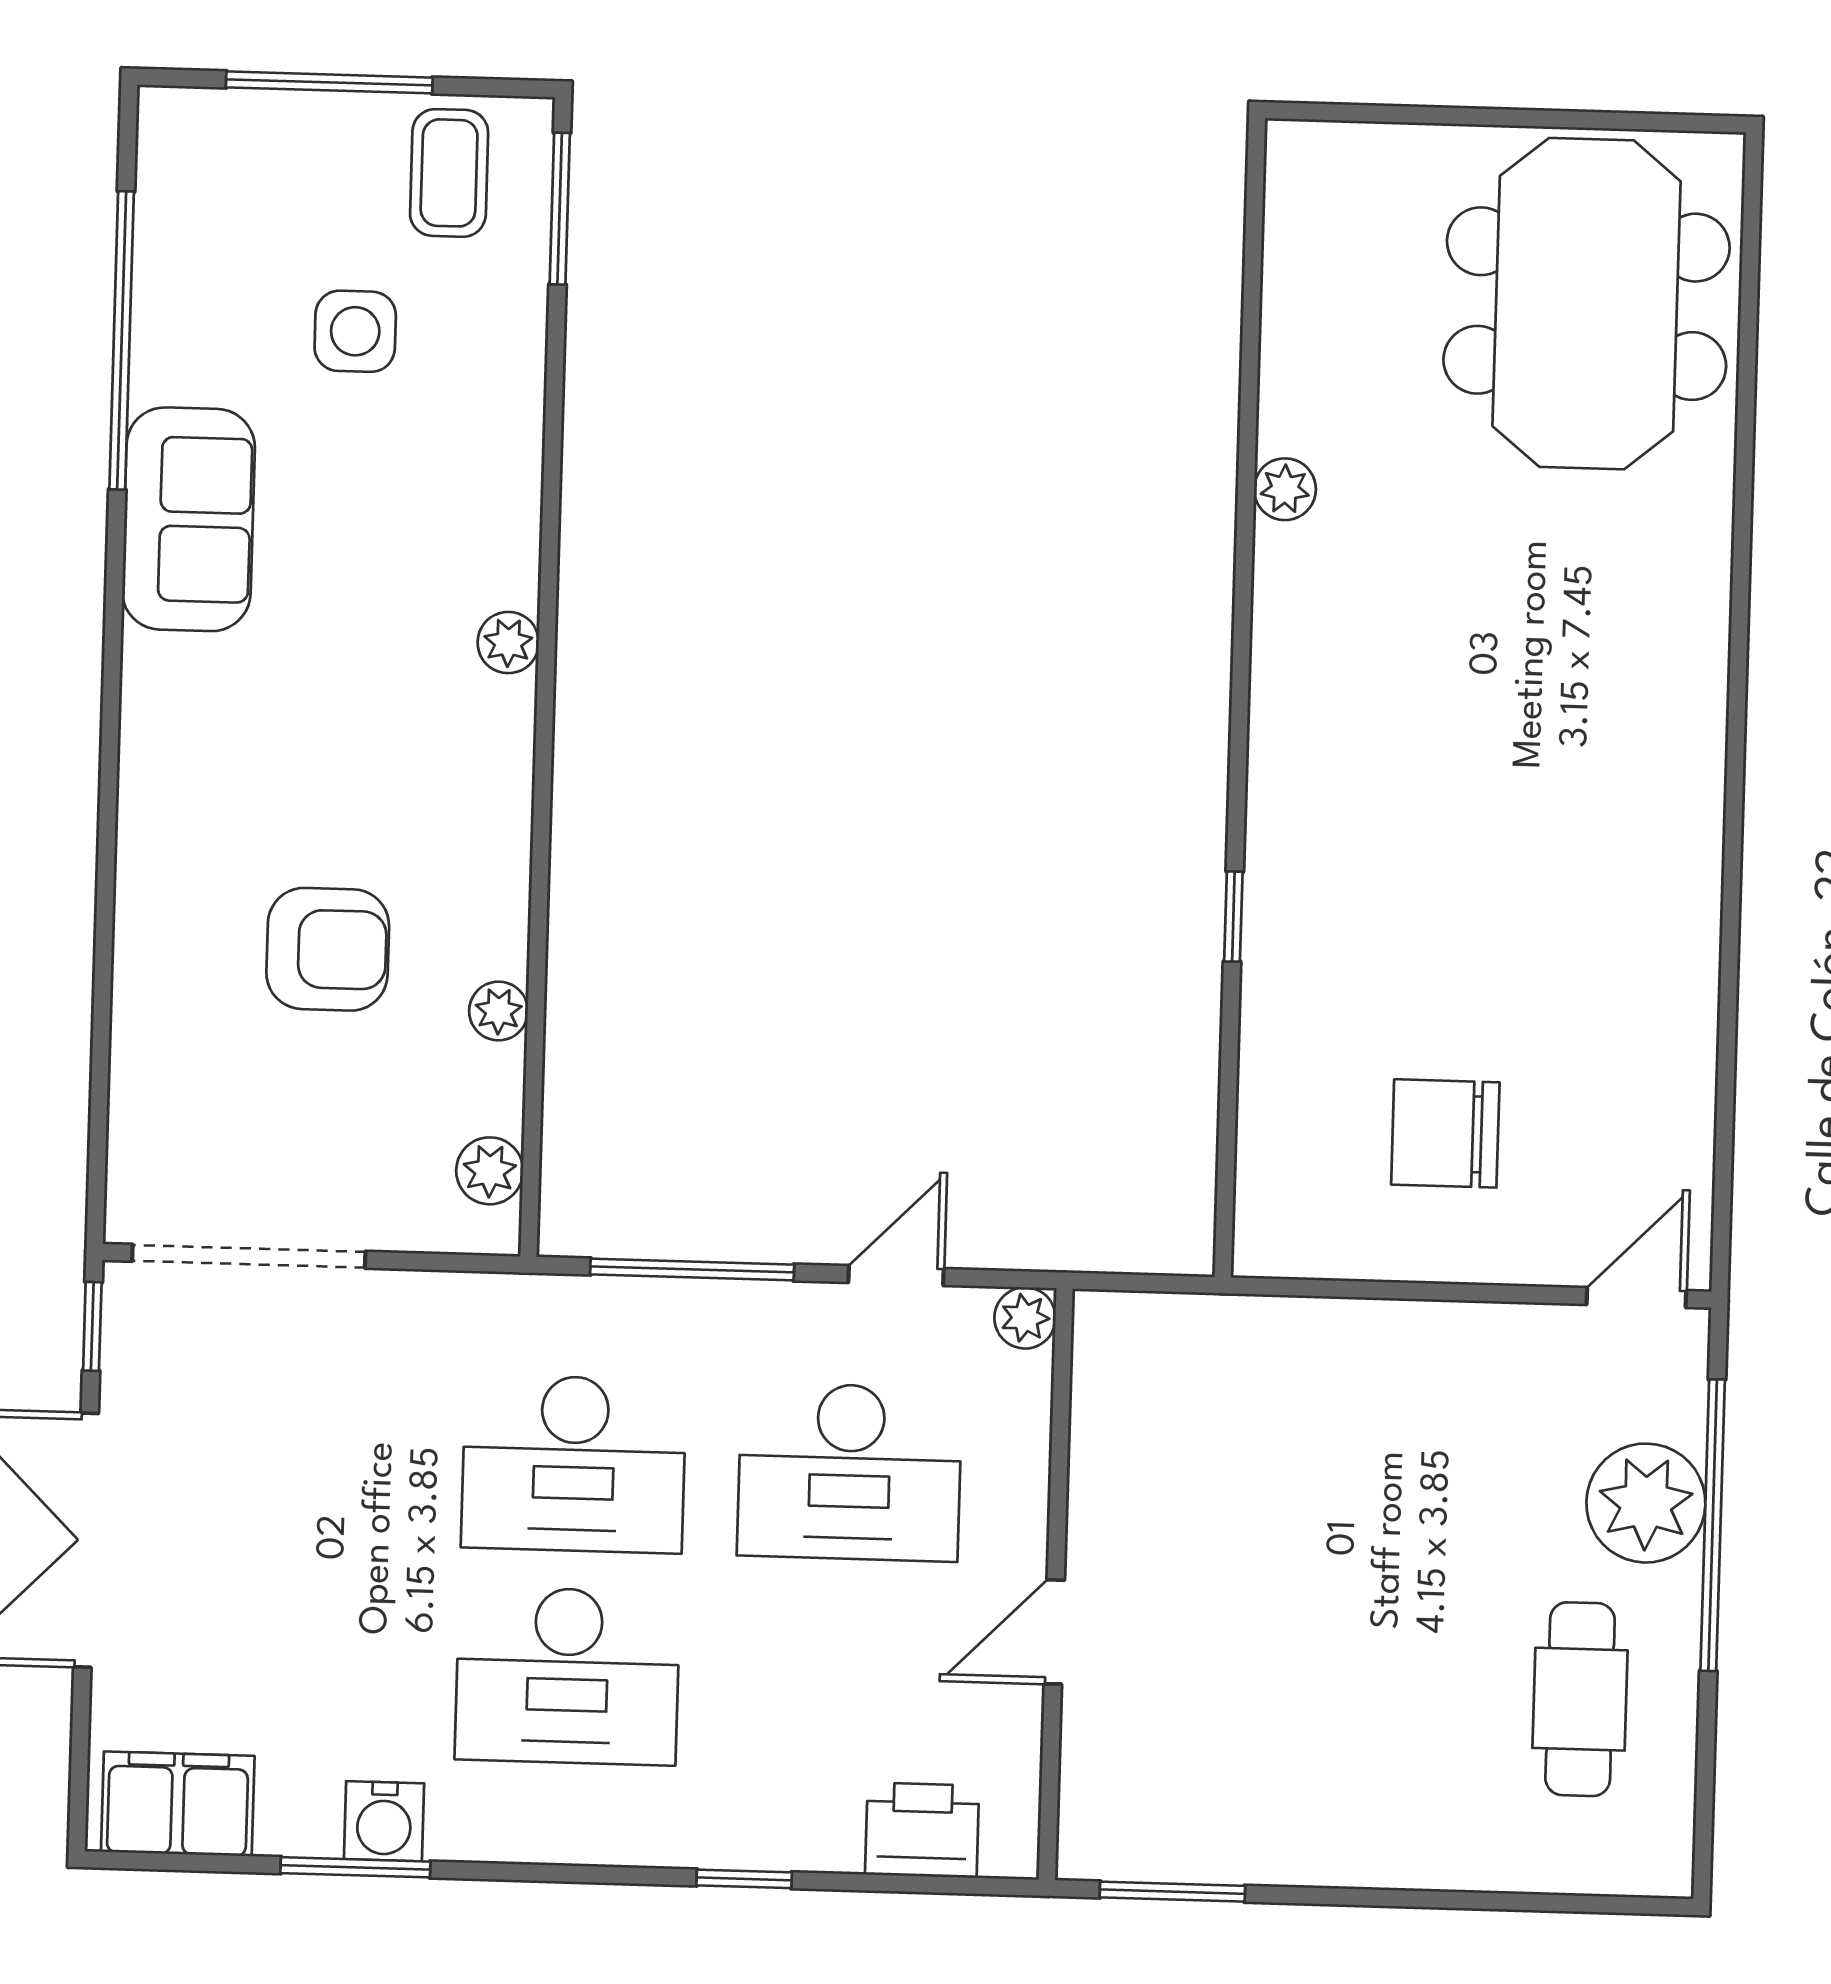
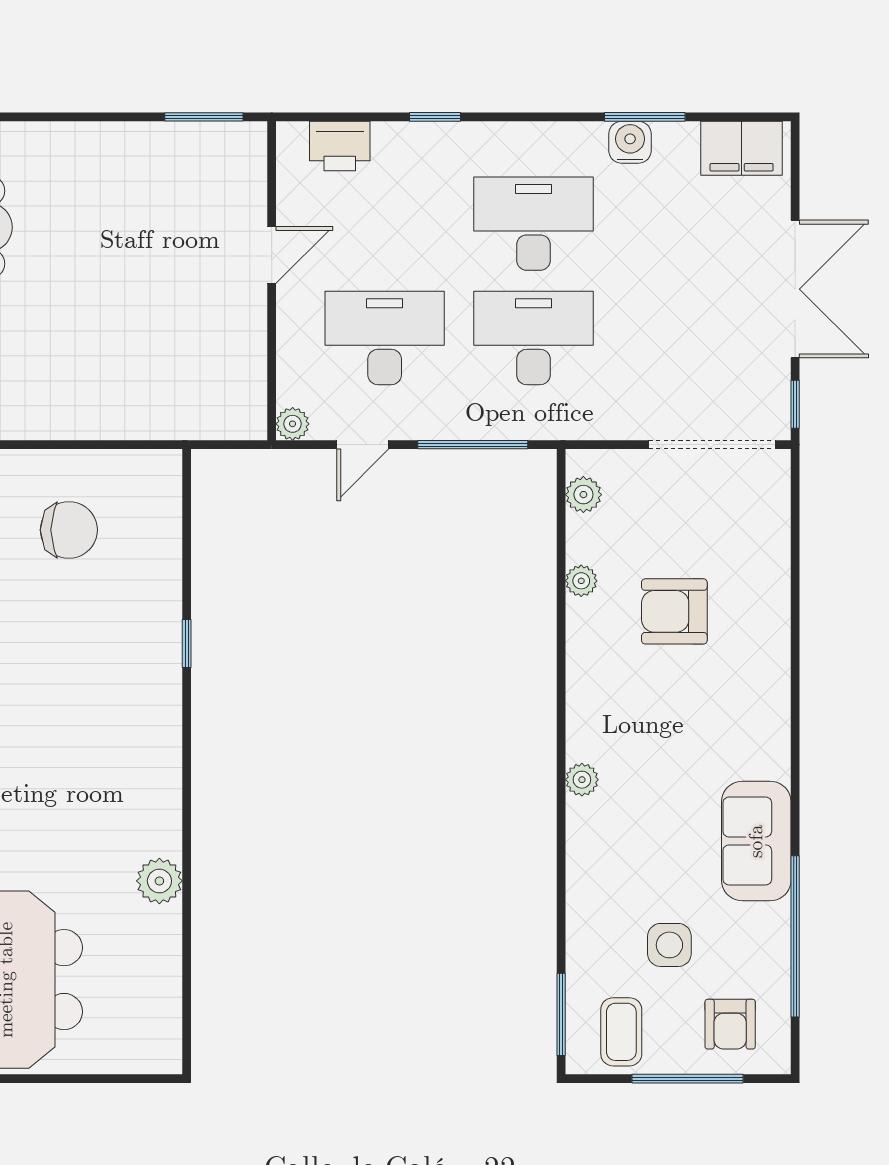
armchair: (247, 181) -> (730, 1024), added
plant: (1285, 489) -> (159, 881), width x1.38, depth x1.38

